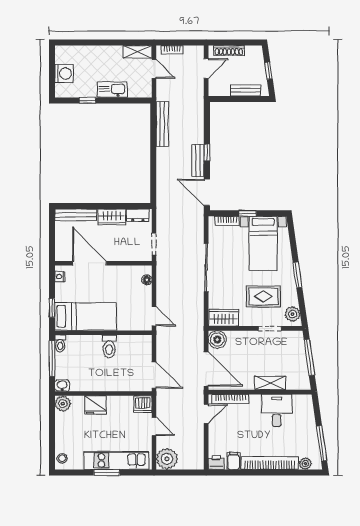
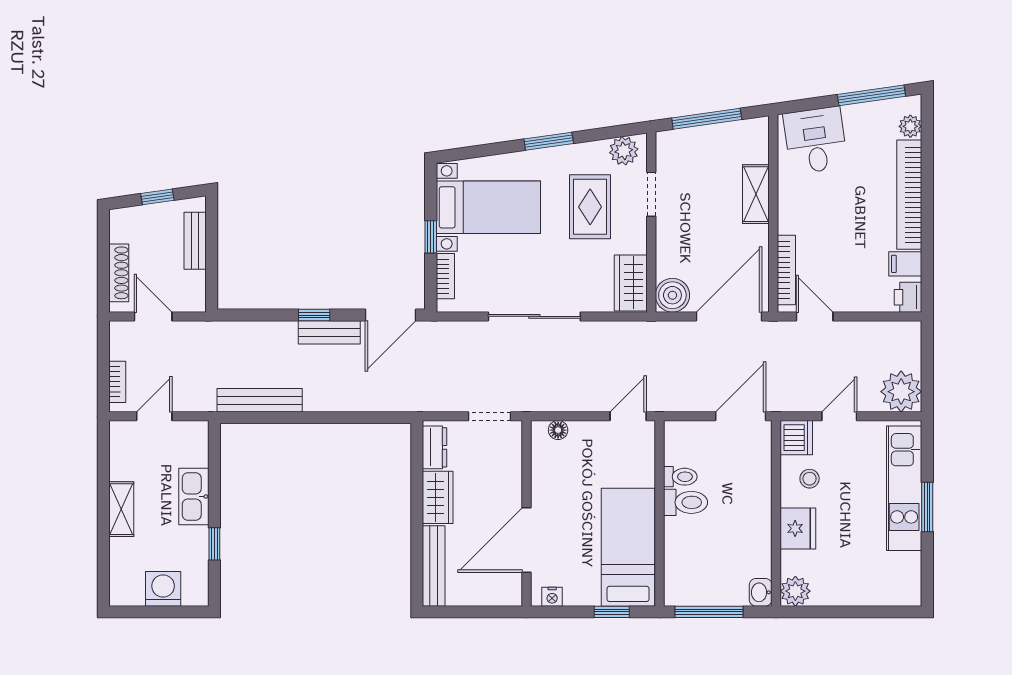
shelving: (137, 52) -> (121, 509), moved
toilet: (60, 344) -> (680, 477), moved
desk: (277, 411) -> (815, 140), moved, turned 82
stool: (62, 458) -> (810, 479), moved

